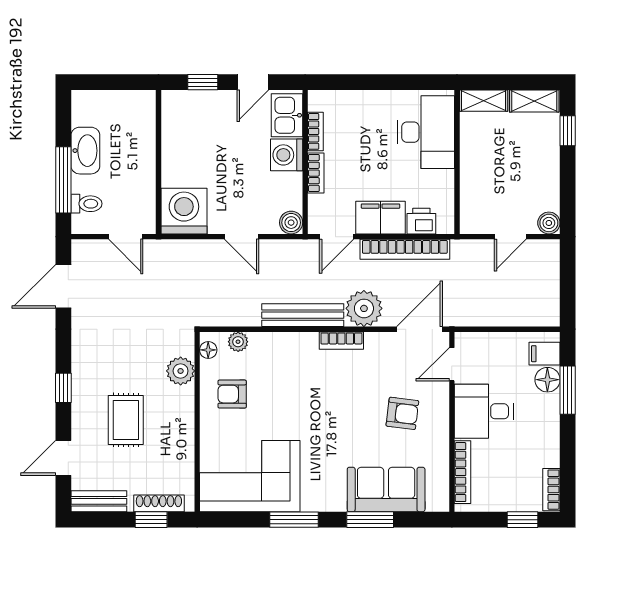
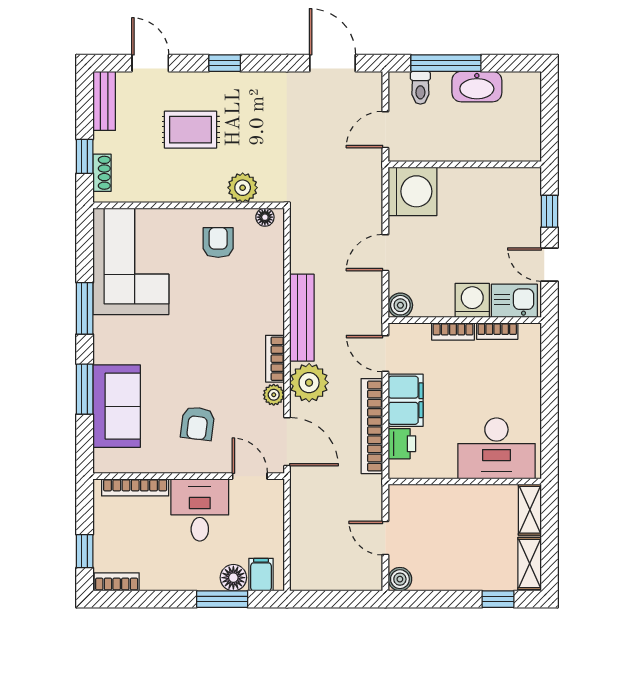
plant: (238, 342) -> (274, 395), moved
shoe rack: (159, 503) -> (102, 173), width x0.70

